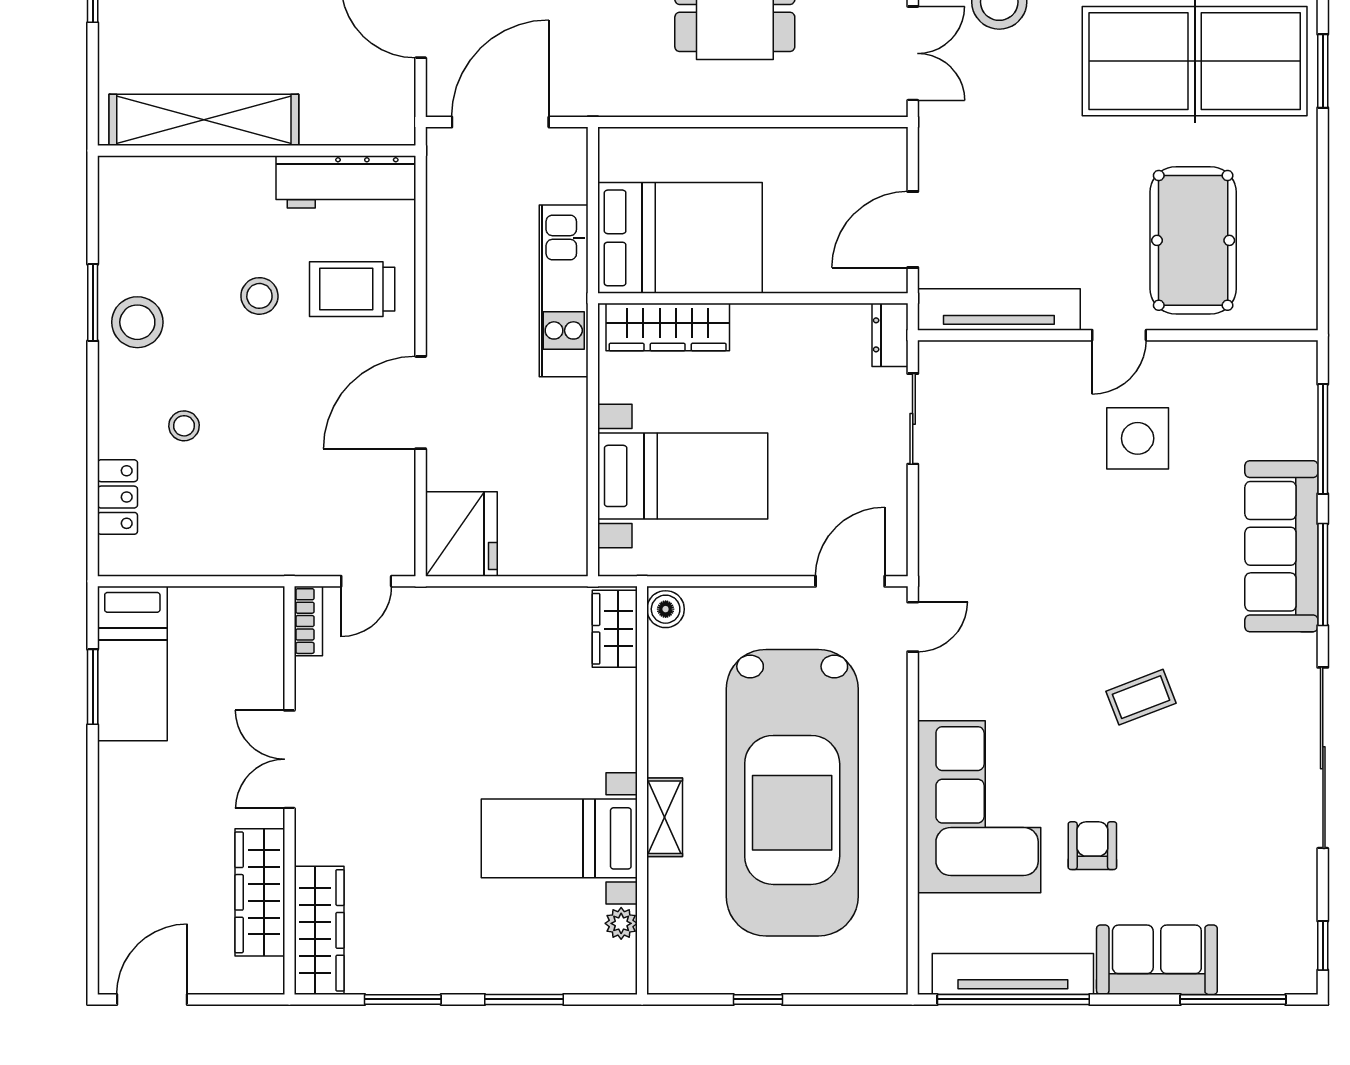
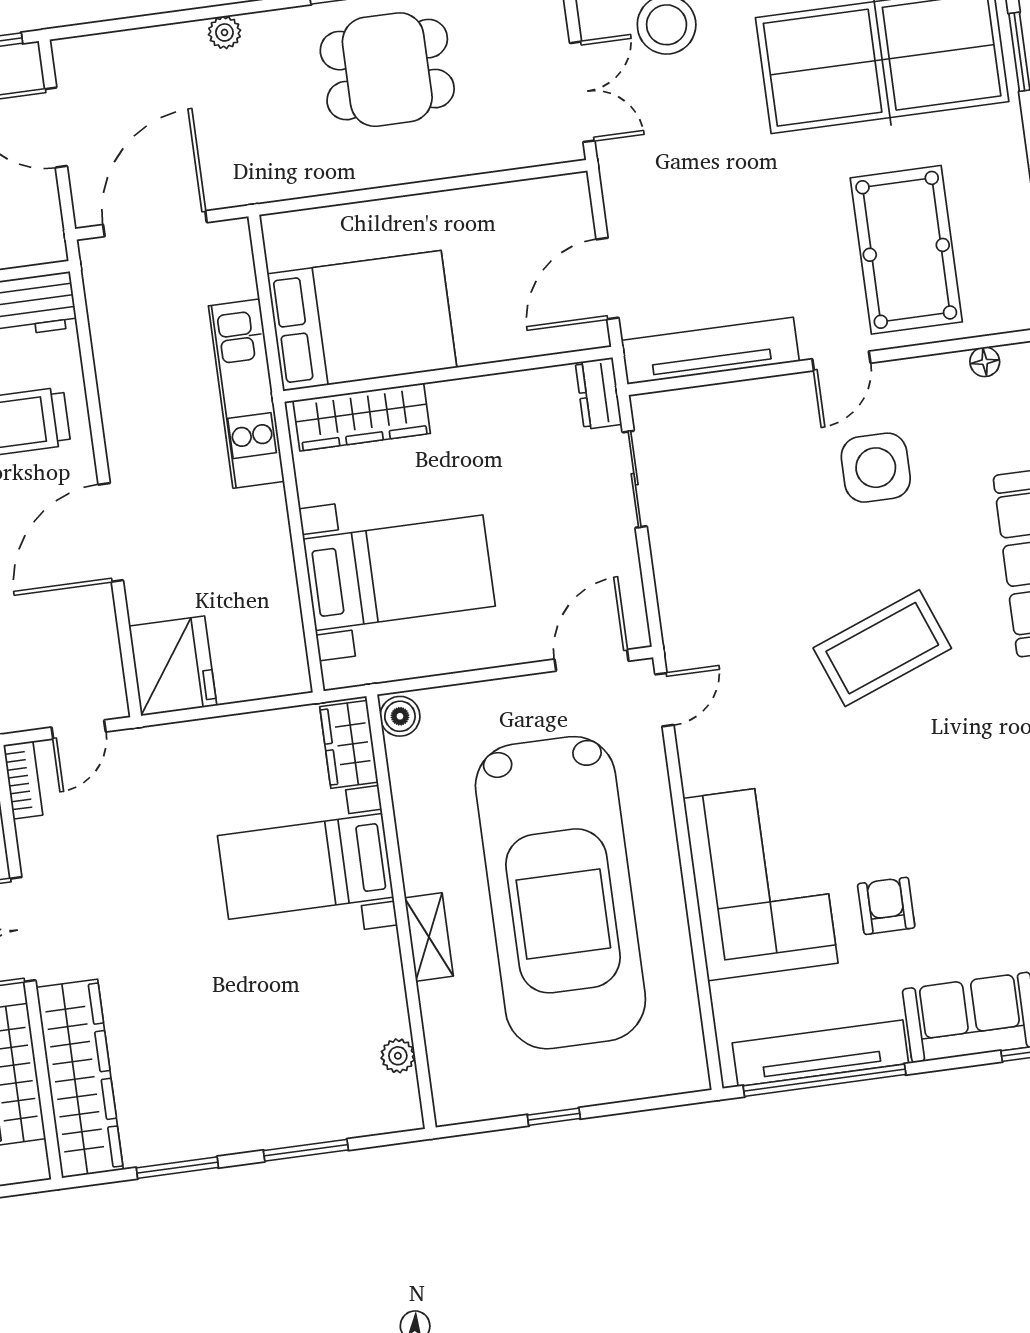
floor lamp: (1252, 354) -> (985, 362), added
coffee table: (1141, 697) -> (882, 648), moved, width x1.86, depth x1.72
bed with nightstands: (559, 838) -> (306, 866), moved
wardrobe: (319, 930) -> (80, 1079), width x1.40, depth x1.17

